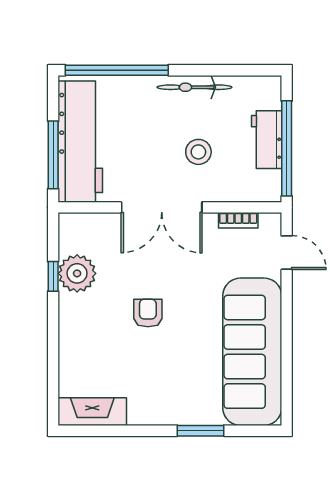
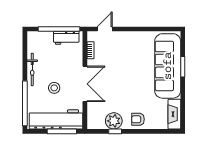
workbench: (267, 140) -> (66, 38), moved
stool: (198, 152) -> (54, 88), moved
armchair: (148, 313) -> (138, 119), moved
sofa: (252, 352) -> (168, 66), moved, turned 90

